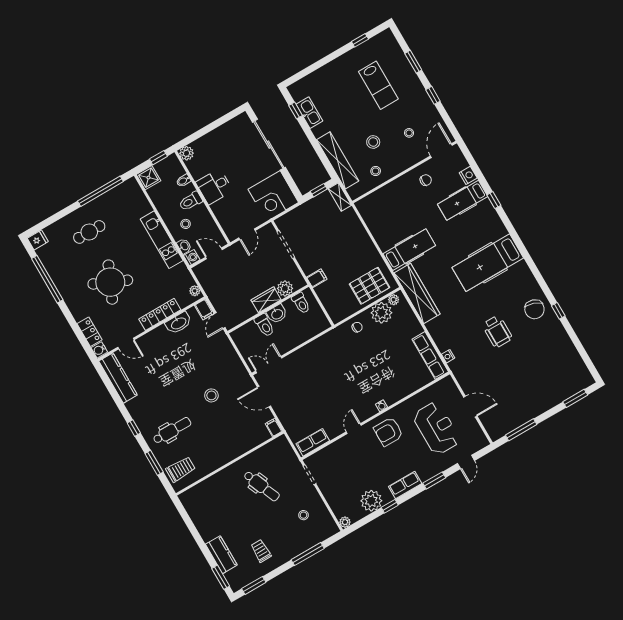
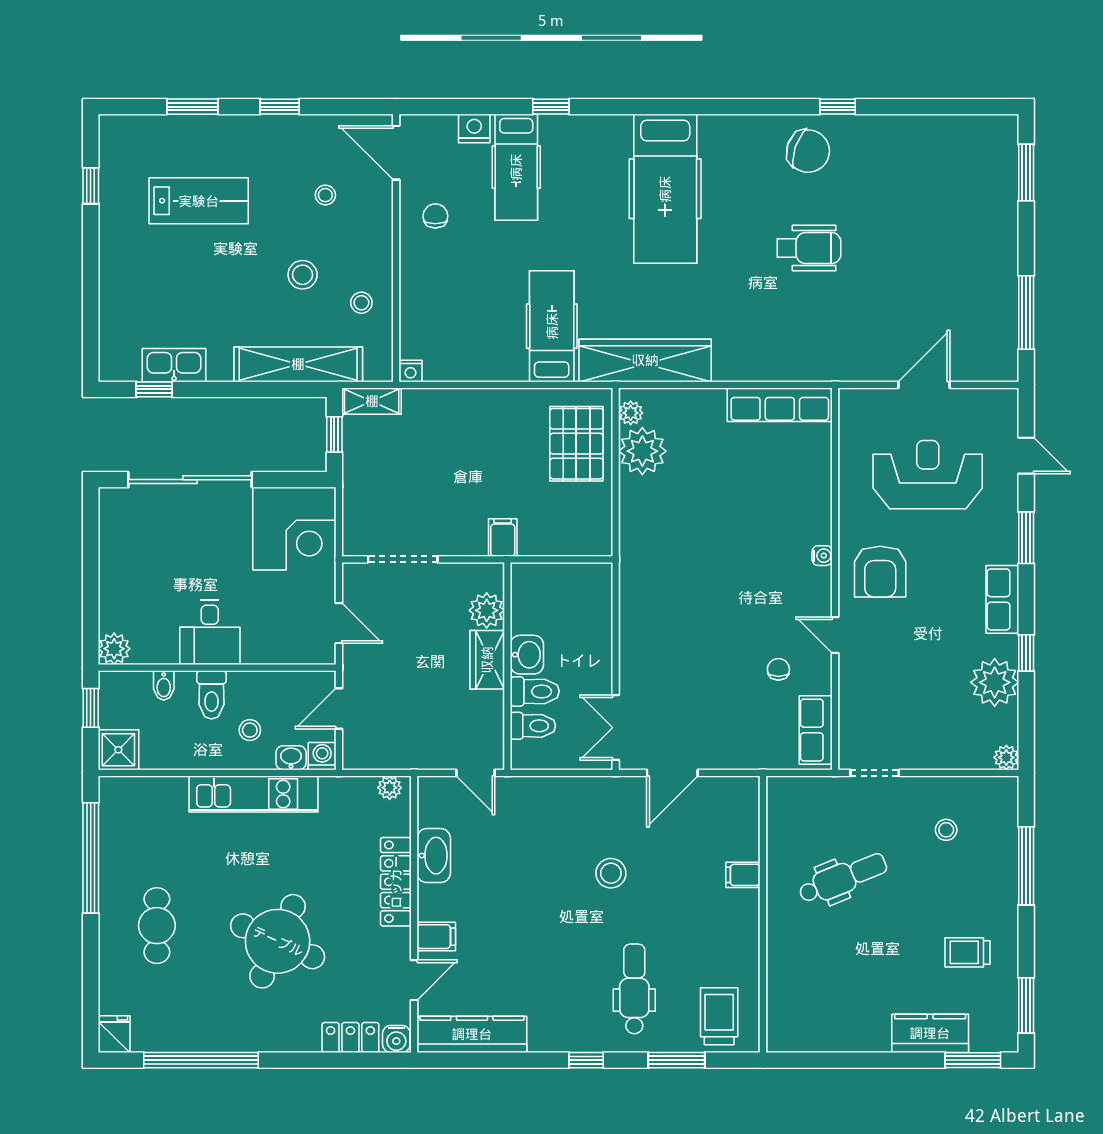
toilet: (301, 303) -> (533, 726), moved
filing cabinet: (204, 309) -> (436, 937), moved
chair: (357, 327) -> (778, 669), moved
nightstand: (448, 356) -> (411, 371), moved
filing cabinet: (274, 427) -> (743, 875), moved

